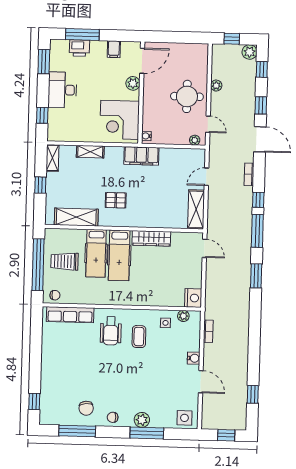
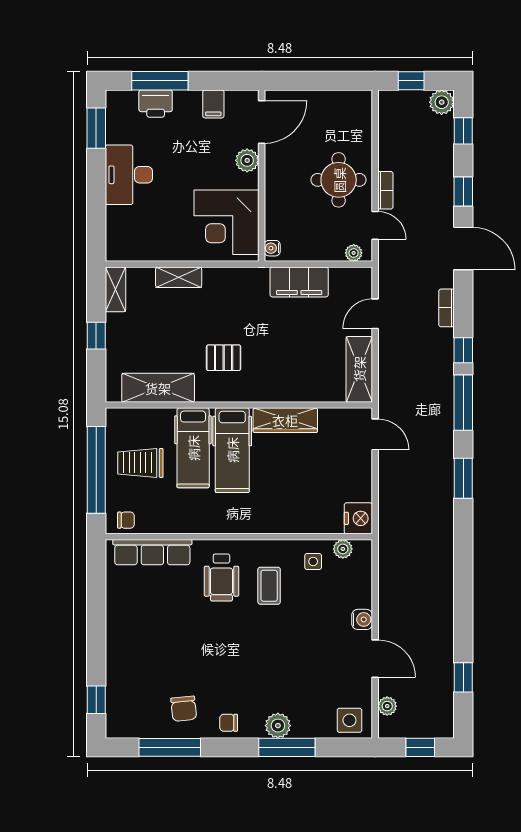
plant: (216, 86) -> (387, 706), moved
window: (42, 115) -> (96, 219), removed
filing cabinet: (141, 156) -> (299, 282), moved
bookcase: (208, 331) -> (385, 190), moved

